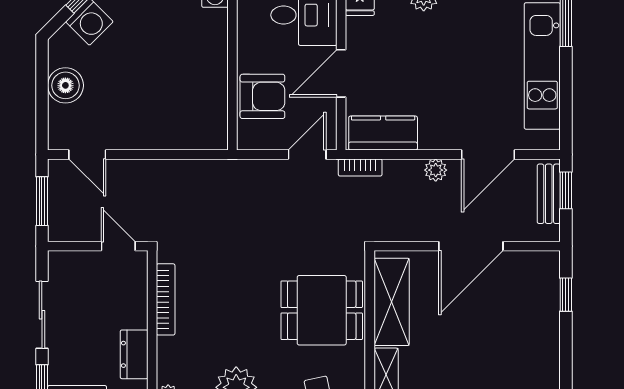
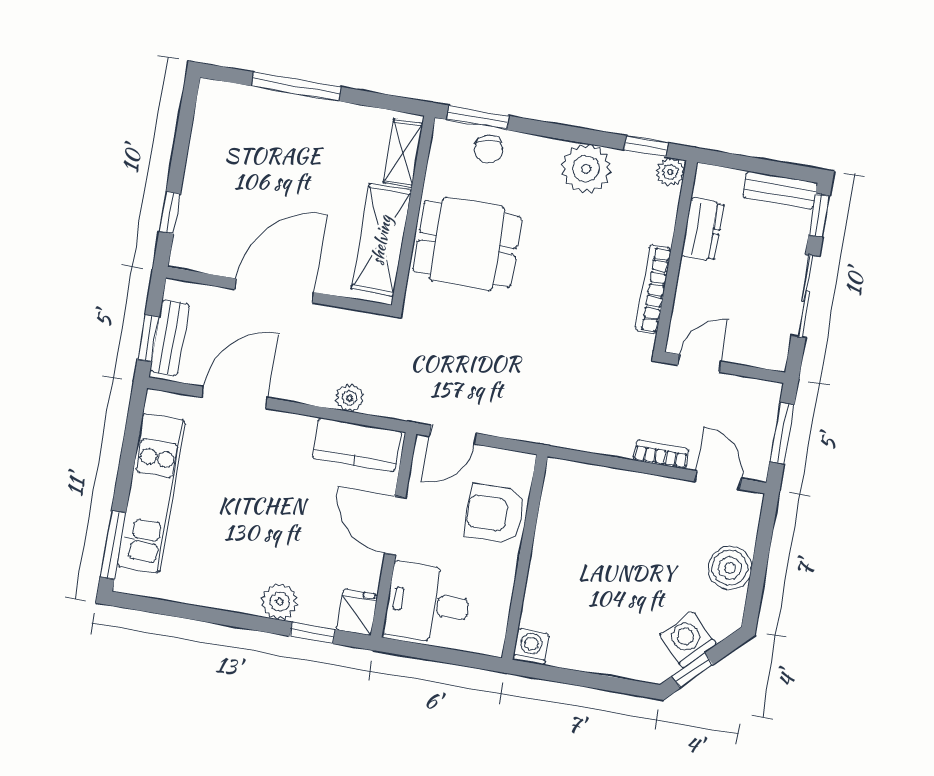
door: (341, 73) -> (395, 526), swing flipped
bookcase: (360, 167) -> (661, 454), moved
plant: (436, 170) -> (349, 398), moved
door: (118, 246) -> (699, 363), swing flipped

